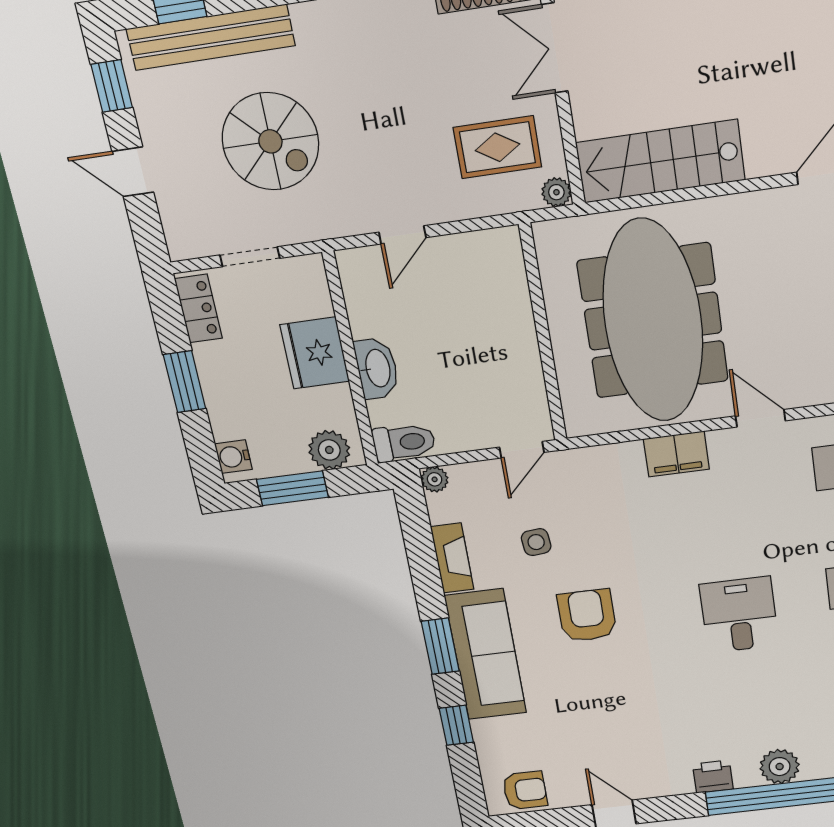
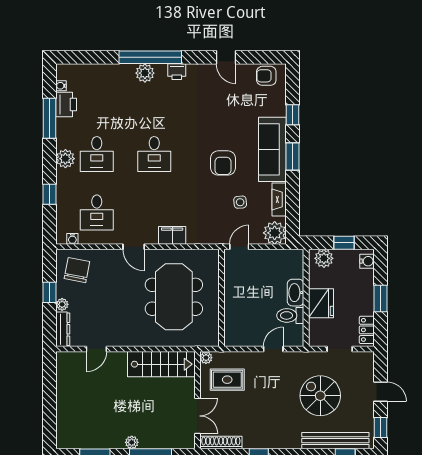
meeting table: (653, 321) -> (174, 297), width x0.73
toilet: (404, 442) -> (290, 315), moved
plant: (435, 479) -> (275, 233), width x1.87, depth x1.87
window: (292, 488) -> (344, 243), width x0.67

